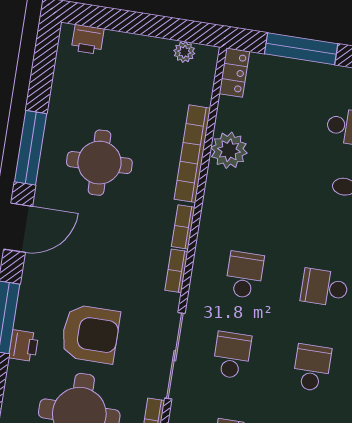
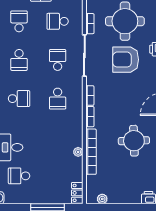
plant: (229, 150) -> (78, 152), width x0.53, depth x0.53
school desk: (232, 355) -> (58, 60), turned 180

